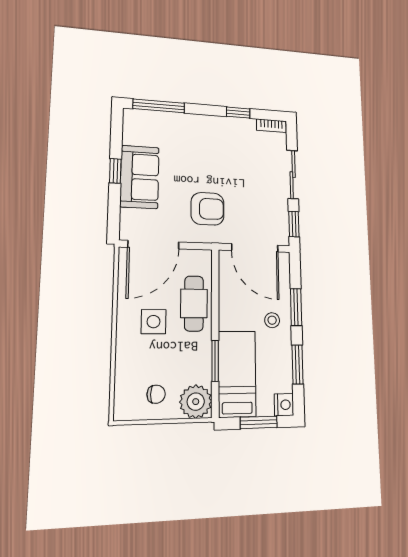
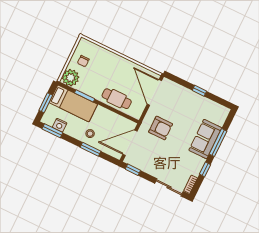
window: (159, 106) -> (218, 143), moved
sliding door: (293, 175) -> (169, 187), moved
sofa: (140, 177) -> (205, 139), moved, turned 90
armchair: (208, 209) -> (161, 128), turned -90
side table: (154, 322) -> (117, 75), removed
window: (298, 364) -> (52, 131), moved
nightstand: (284, 405) -> (60, 125), moved

